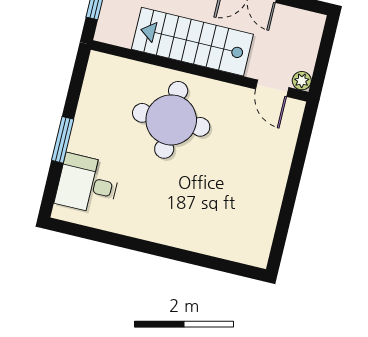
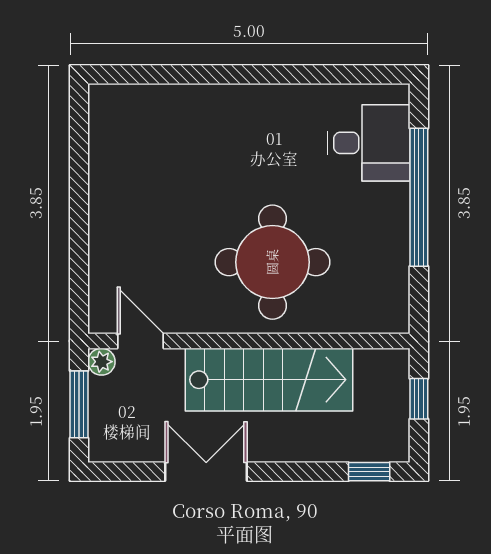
window: (324, 56) -> (79, 404), added
window: (63, 140) -> (419, 197), width x2.11

